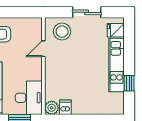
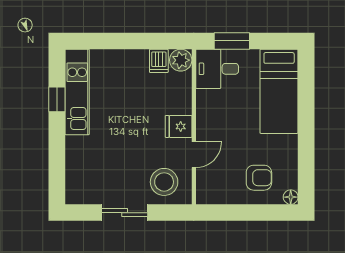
fridge: (116, 30) -> (179, 126), moved, turned 180
kitchen unit: (116, 65) -> (77, 92), moved
desk: (29, 98) -> (217, 69), width x0.73

